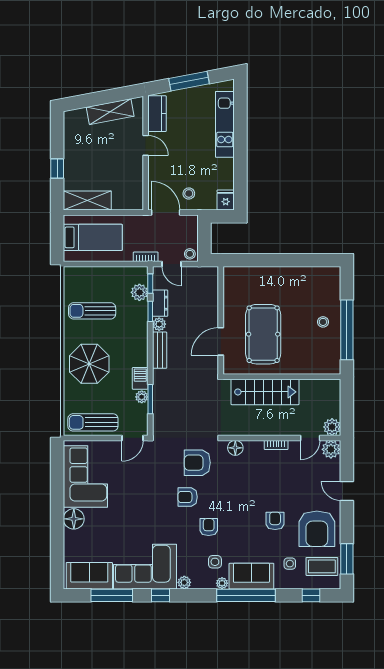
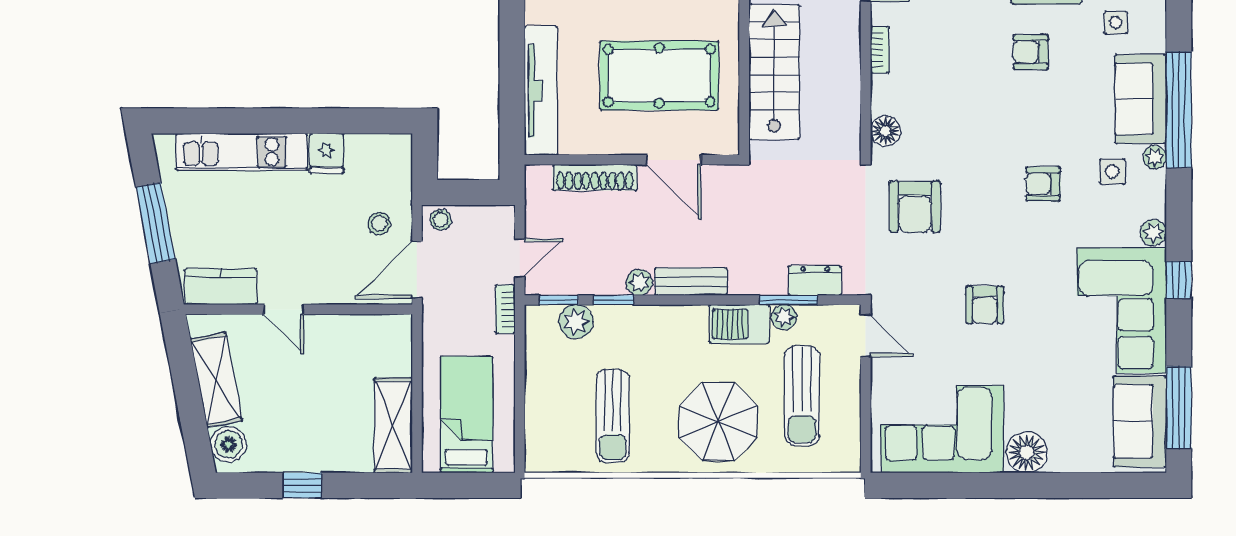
boiler: (78, 118) -> (228, 444), added
door: (146, 145) -> (283, 309), swing flipped
window: (57, 168) -> (302, 485), moved
fridge: (226, 200) -> (327, 153), moved, turned -90
stool: (190, 254) -> (441, 220), moved
tv unit: (256, 275) -> (541, 91), added
shoe rack: (212, 302) -> (595, 177), added
dresser: (160, 303) -> (815, 281), moved
barbecue: (140, 378) -> (739, 324), width x1.38, depth x1.27
sun lounger: (93, 422) -> (802, 396), moved
armchair: (188, 497) -> (985, 305), moved
window: (112, 595) -> (1179, 408), moved

